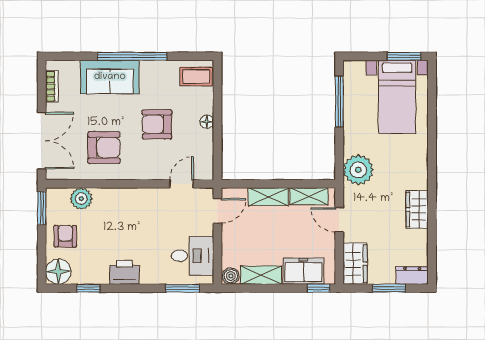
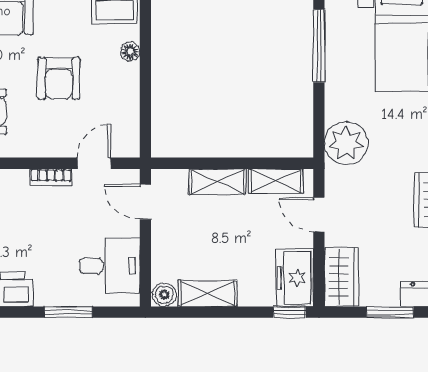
floor lamp: (207, 122) -> (130, 52), moved
armchair: (157, 124) -> (59, 78), turned -90
bookcase: (151, 194) -> (51, 177), added
door: (217, 211) -> (145, 202), swing flipped
freezer: (303, 271) -> (295, 278), moved, turned -90
window: (183, 288) -> (68, 312), moved

